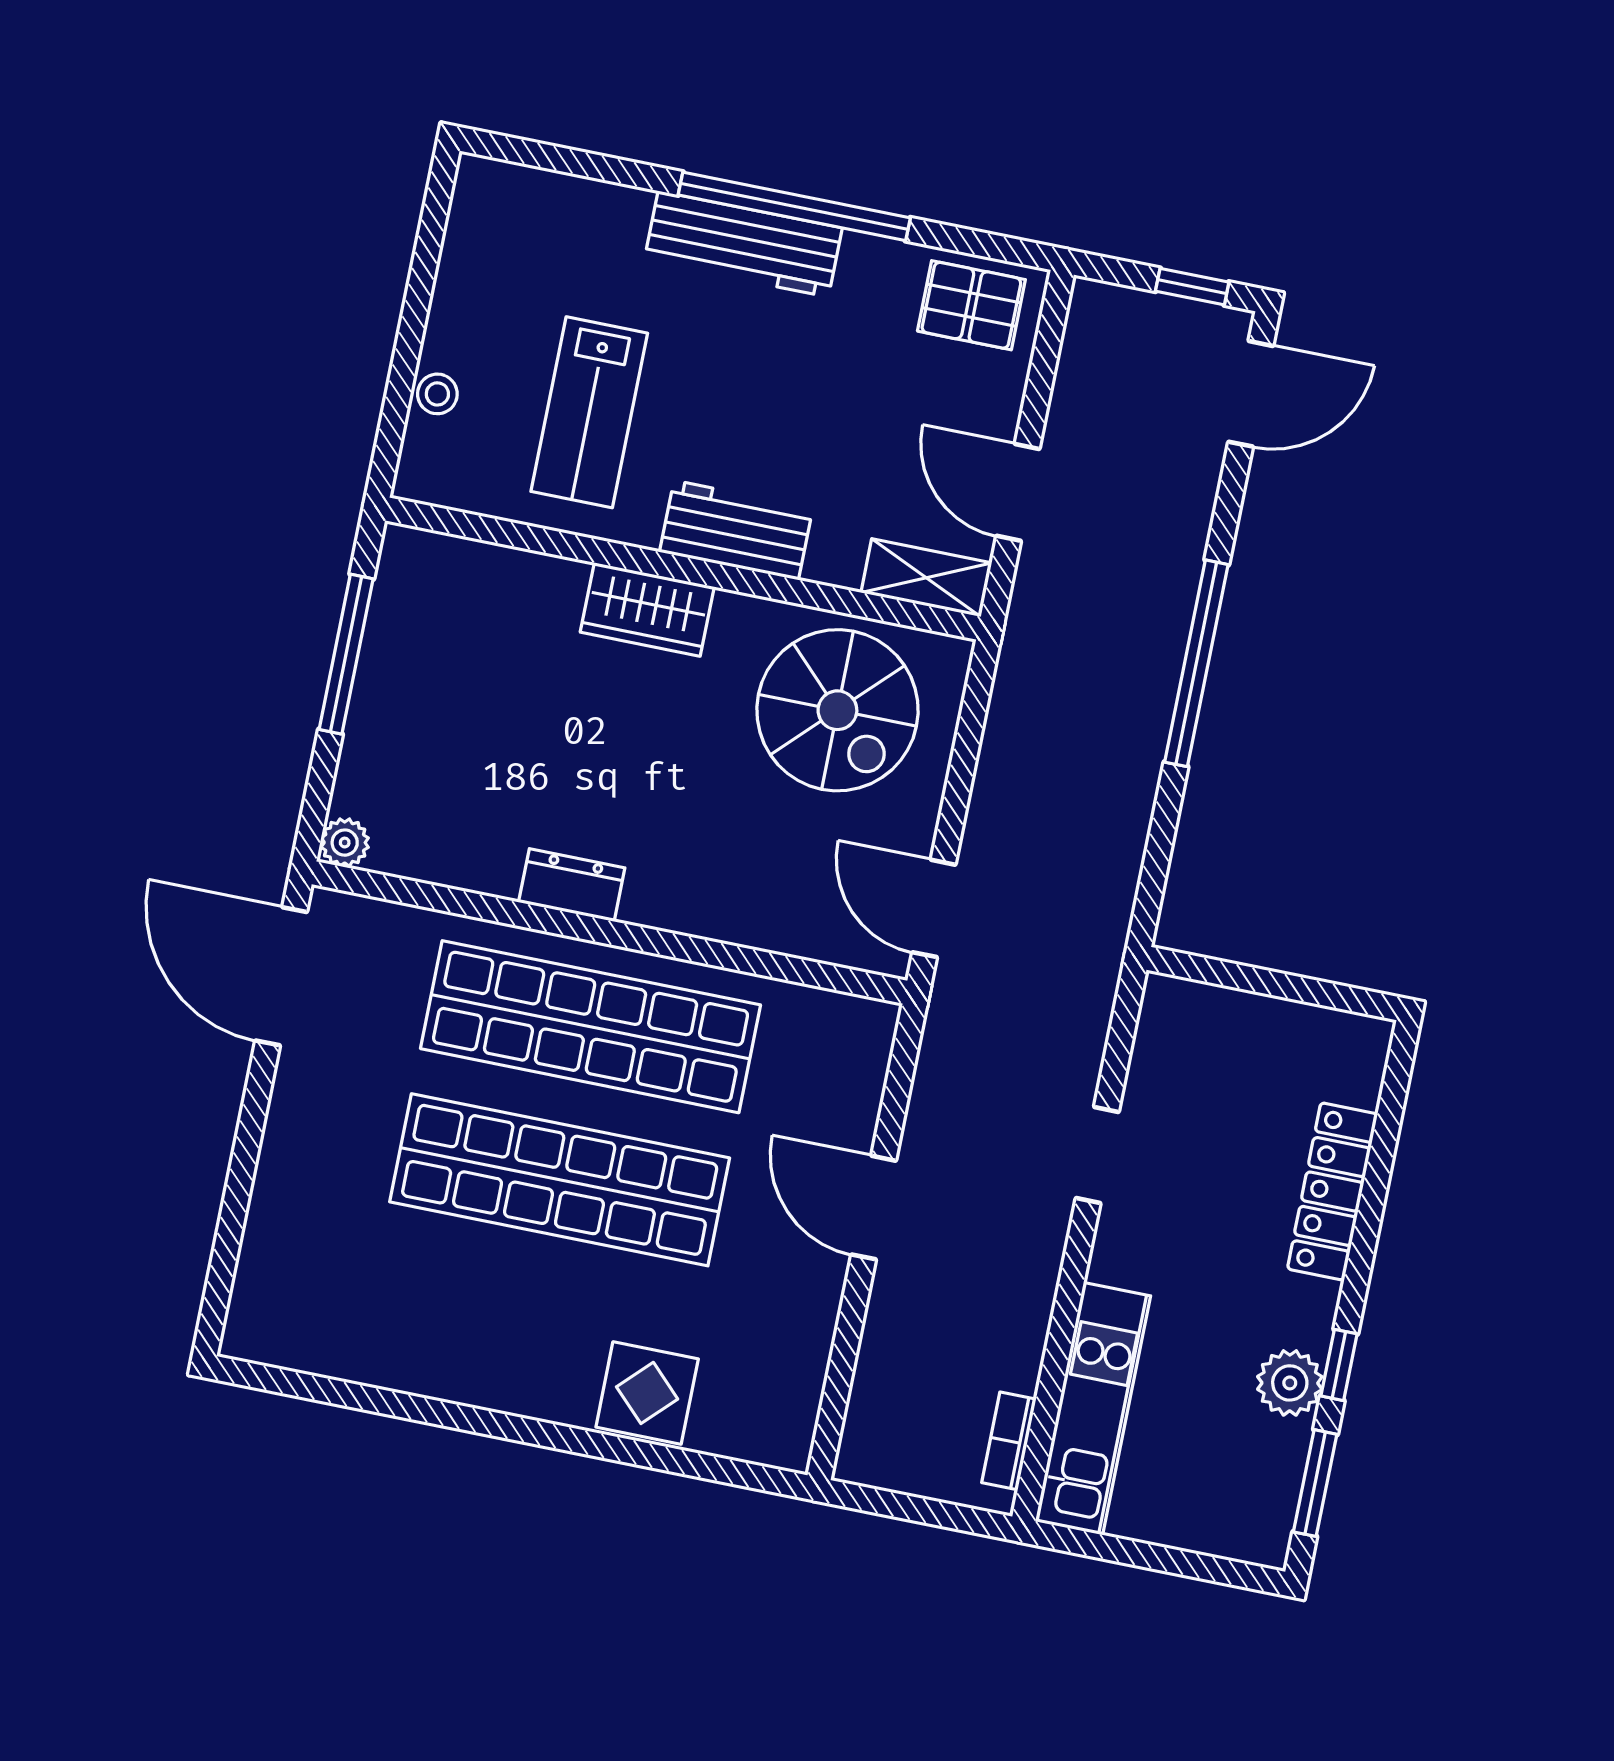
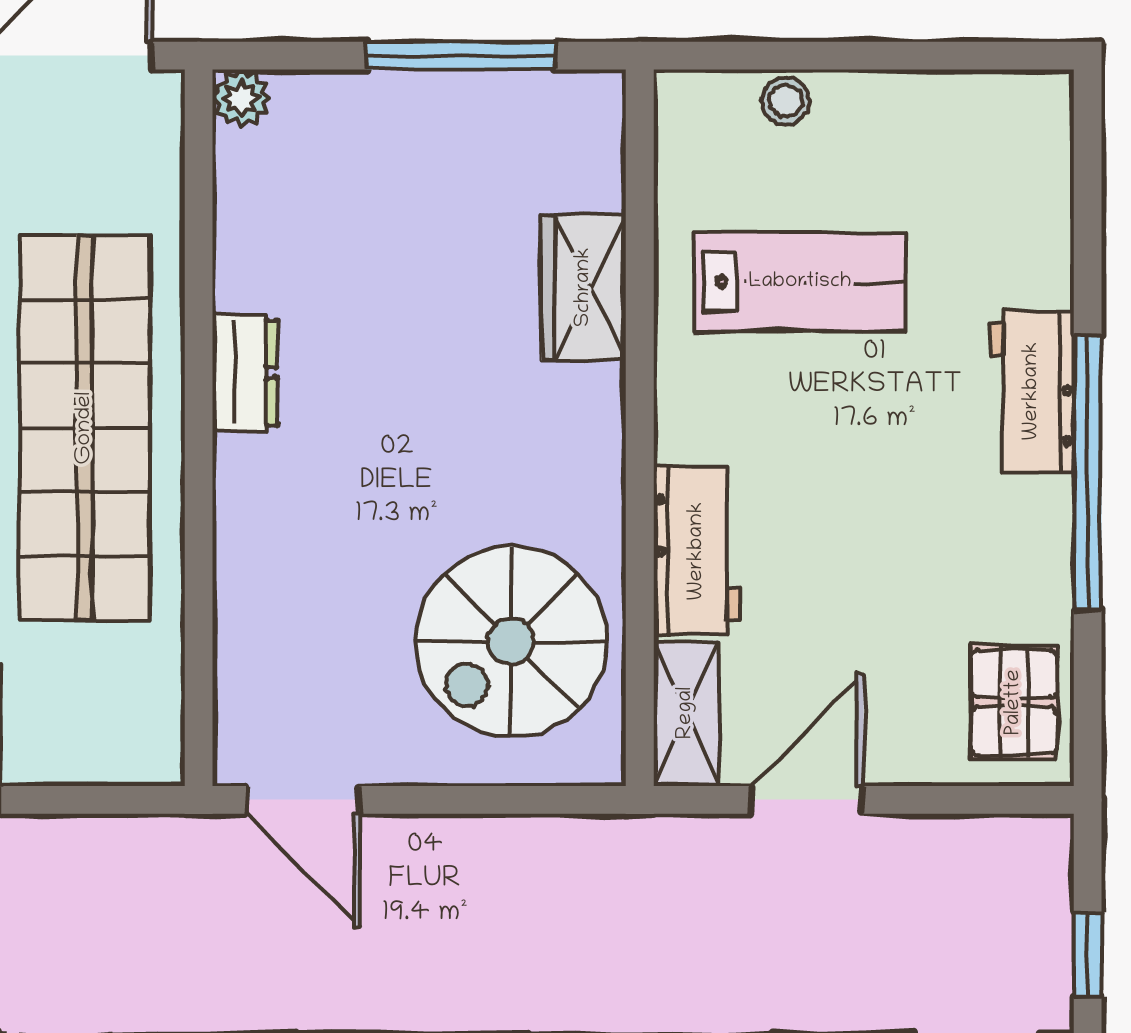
workbench: (743, 244) -> (1032, 391), width x0.73
lab bench: (589, 412) -> (800, 282), turned 180
workbench: (736, 530) -> (697, 551), moved
wardrobe: (647, 609) -> (584, 287), moved
door: (934, 908) -> (303, 800), swing flipped

